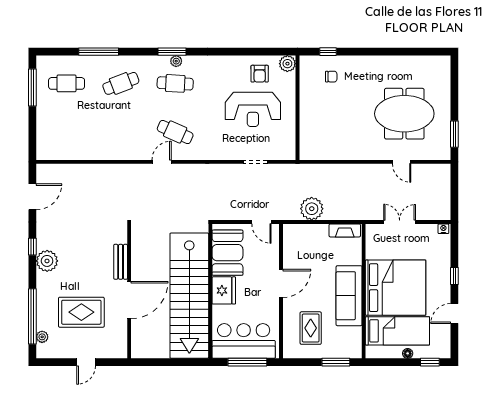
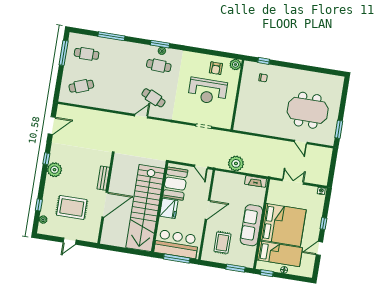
cafe table: (121, 83) -> (81, 86), moved
window: (32, 316) -> (39, 205), width x0.32
window: (430, 362) -> (267, 273), moved

